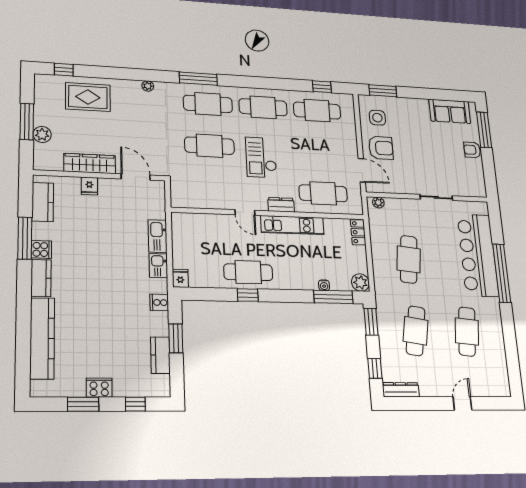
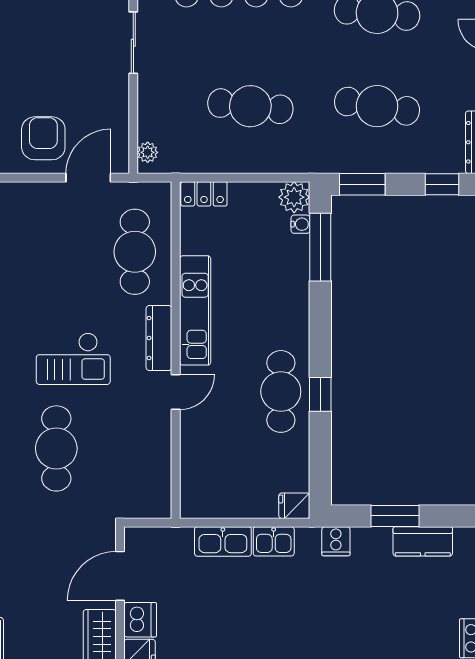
dishwasher: (109, 187) -> (140, 620), added
dresser: (281, 205) -> (159, 338), width x1.44
water cooler: (324, 285) -> (300, 224), moved

